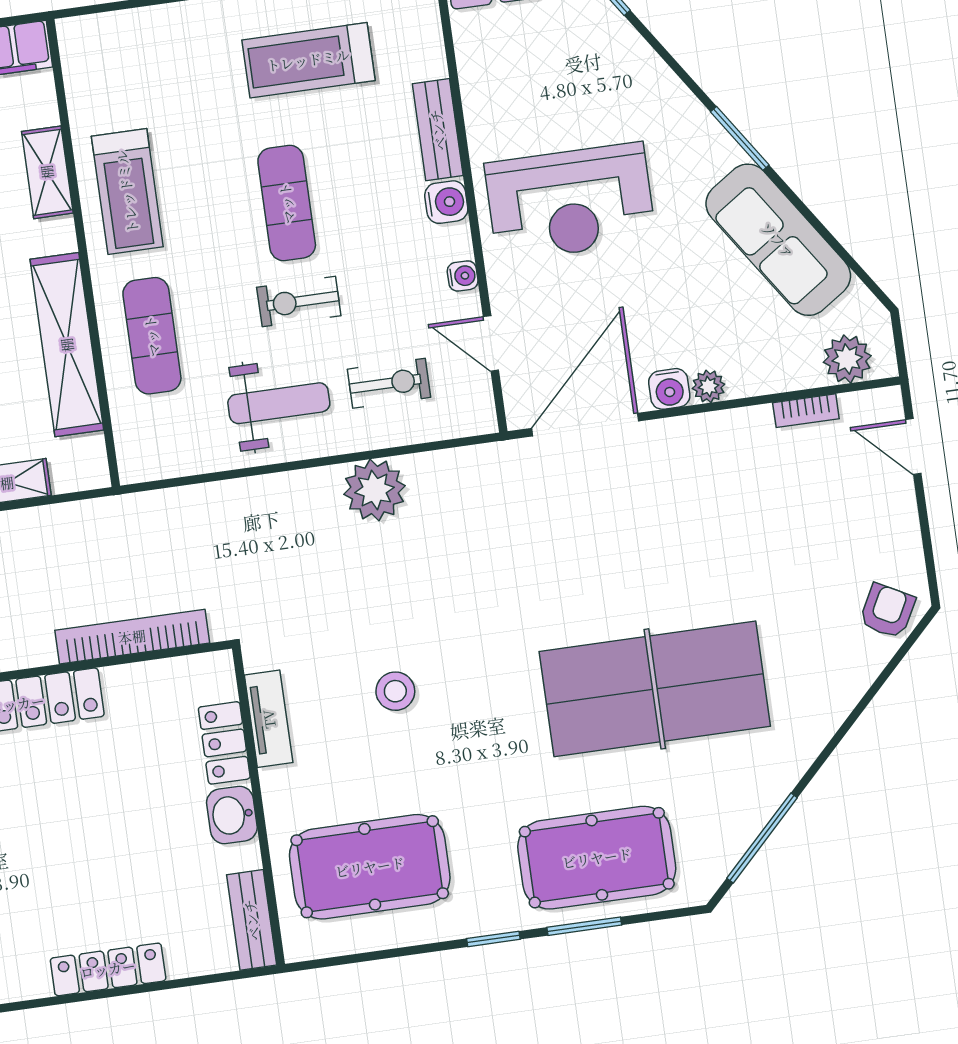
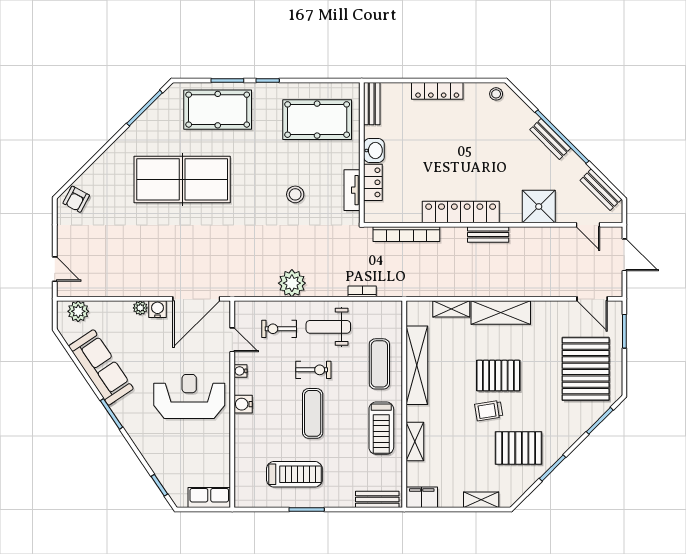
bench: (438, 130) -> (377, 499), moved, turned 90
treadmill: (127, 192) -> (381, 428), turned 180
bookcase: (806, 411) -> (362, 291), moved

